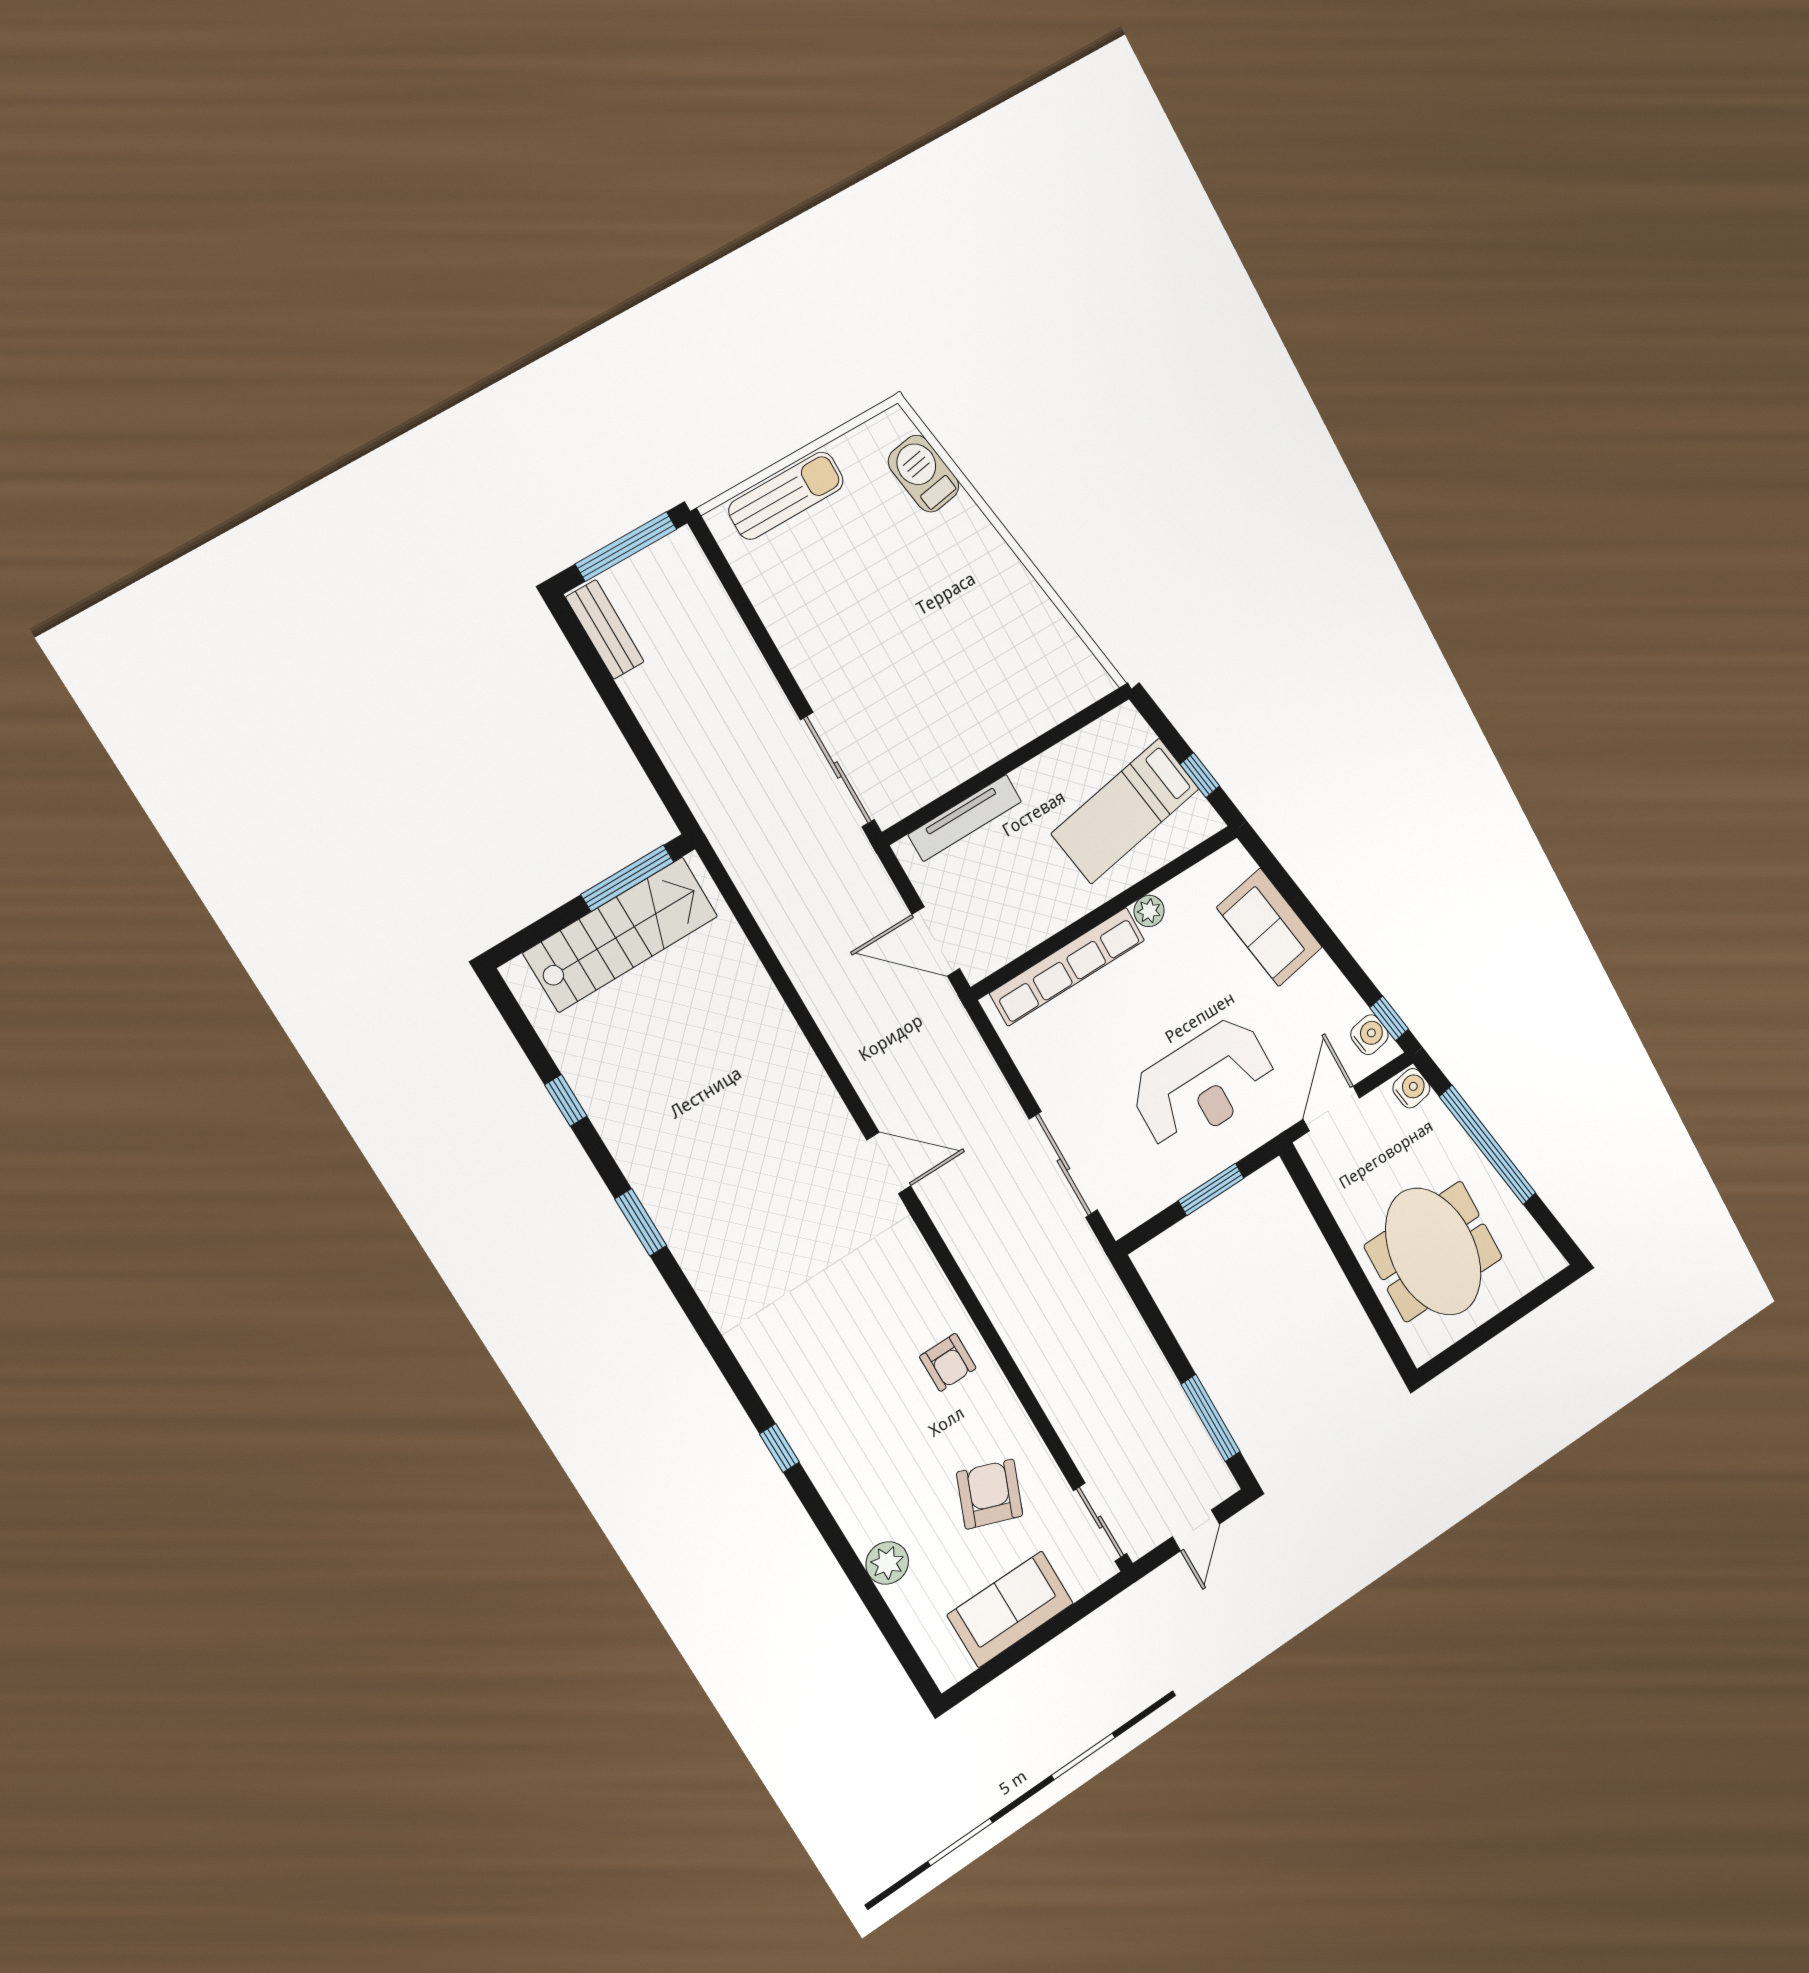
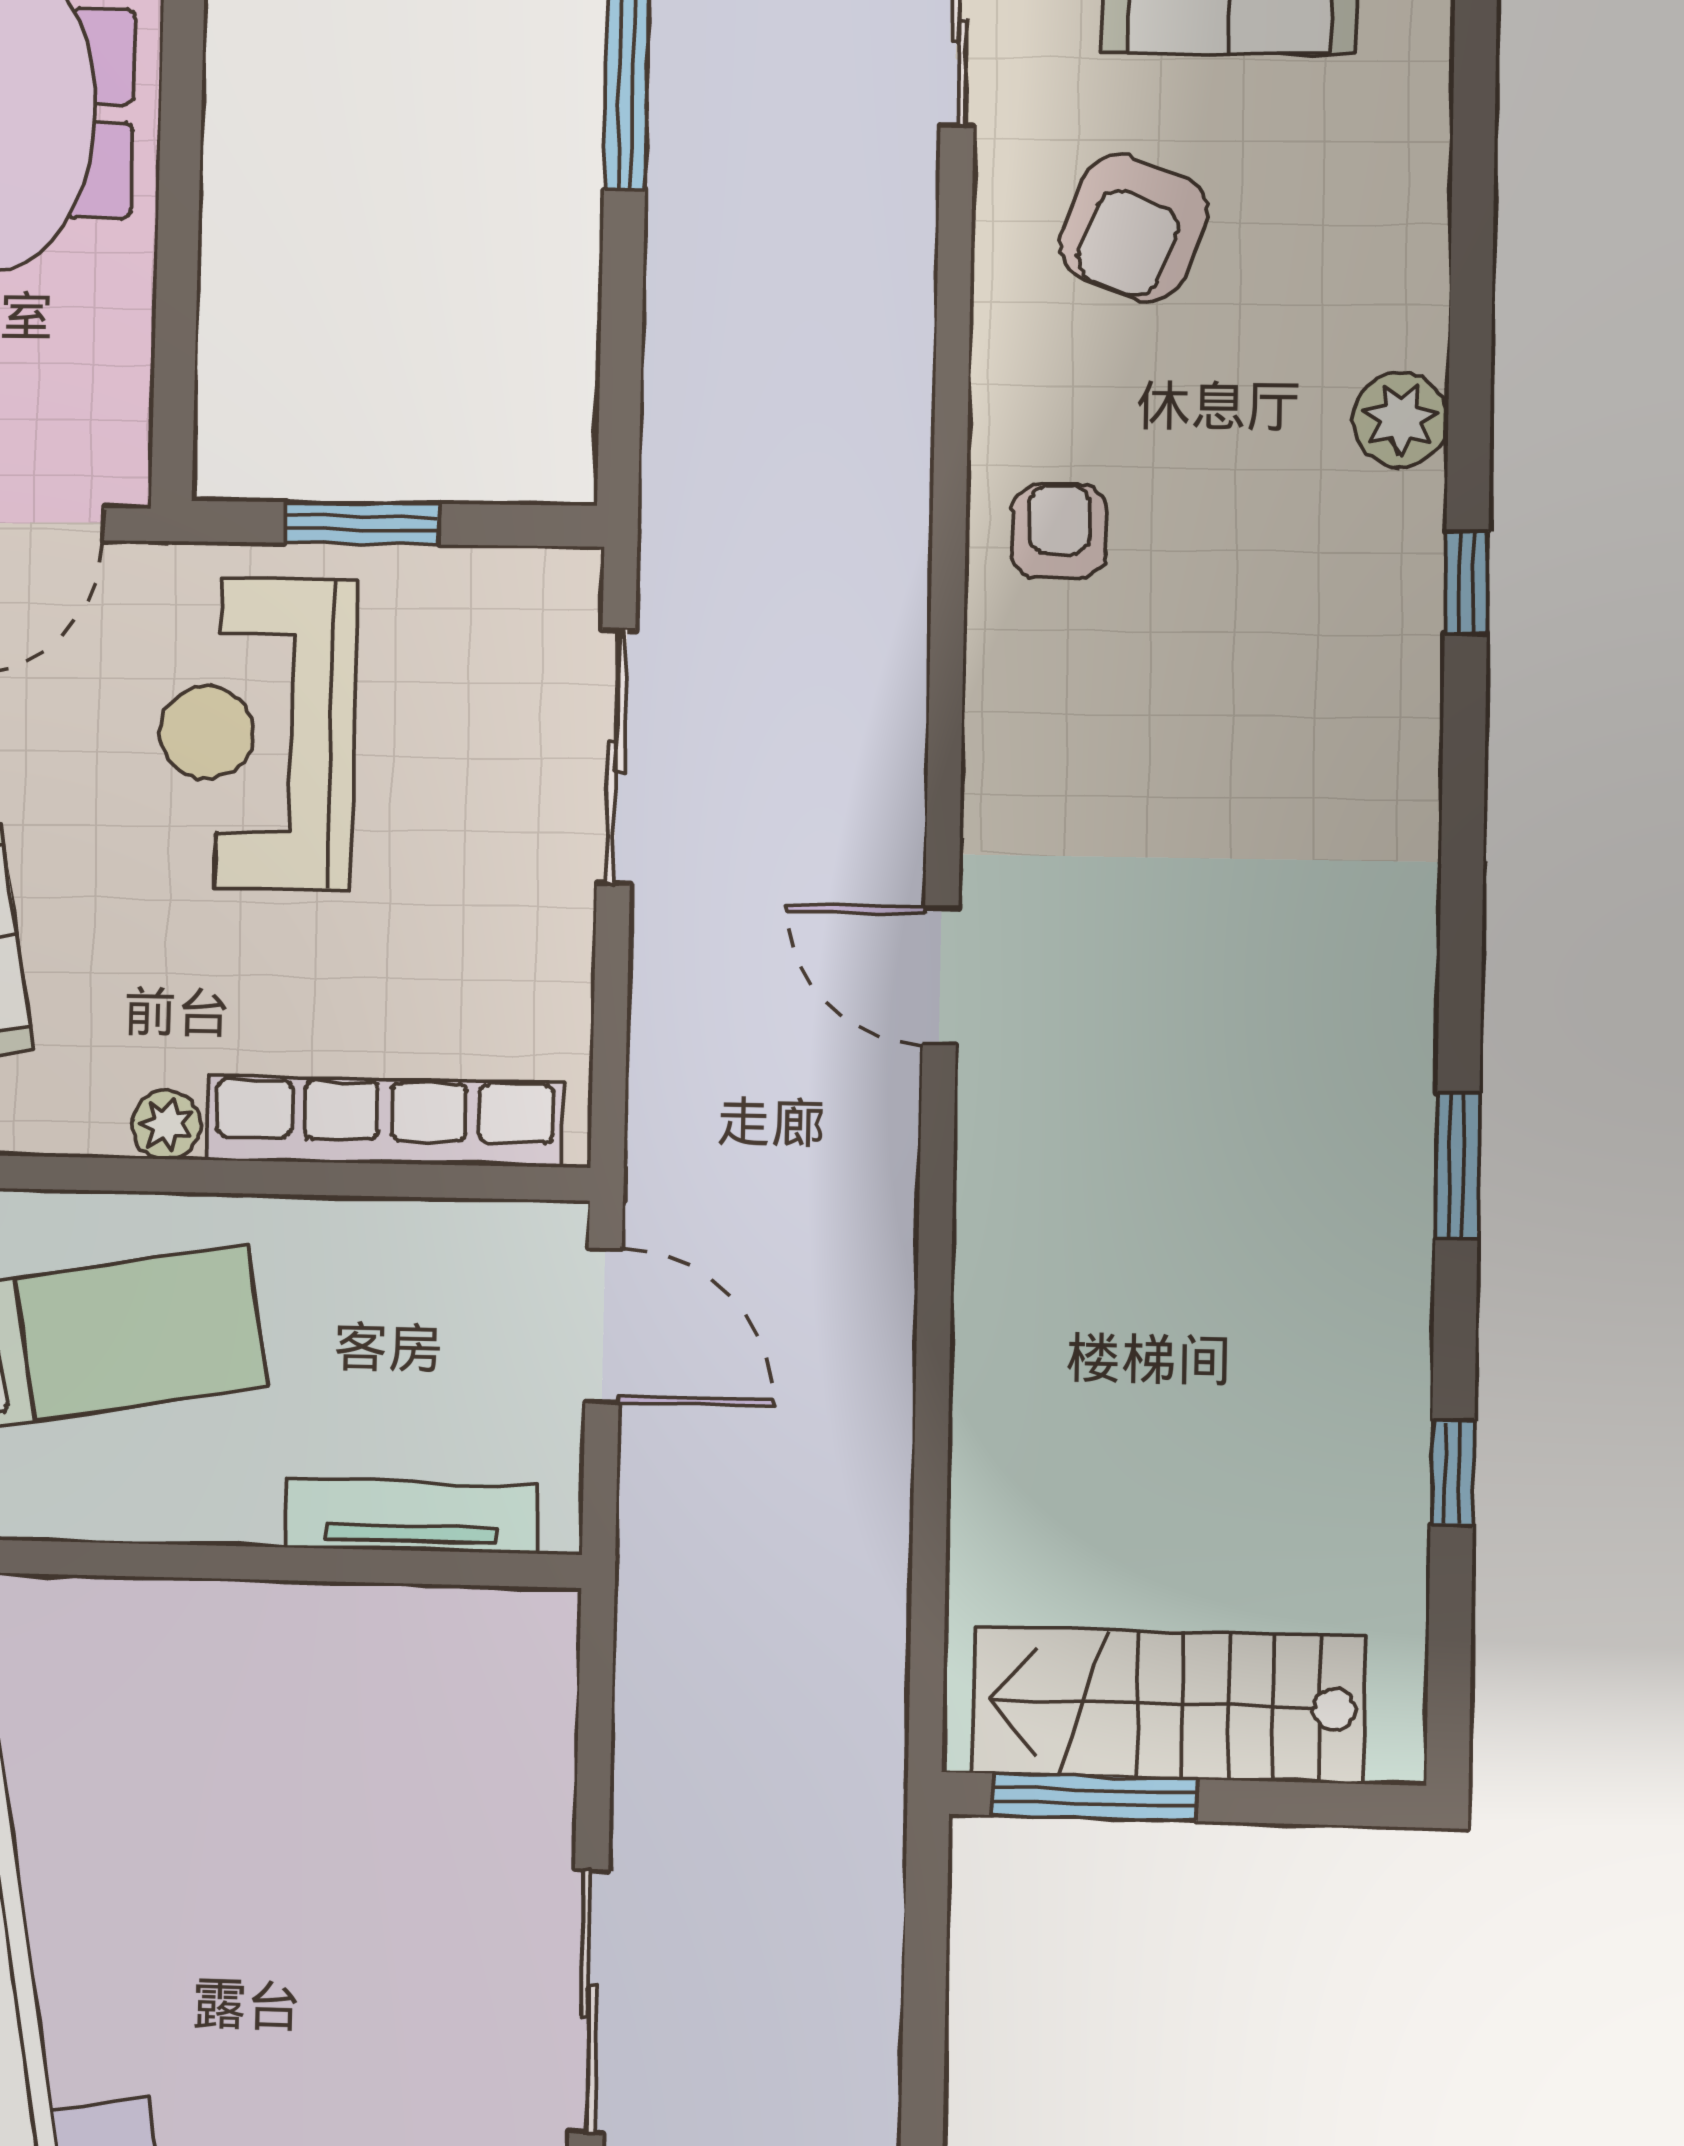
sliding door: (838, 770) -> (589, 2002), moved
reception desk: (1203, 1084) -> (257, 733), turned -90
plant: (887, 1563) -> (1400, 420), moved

